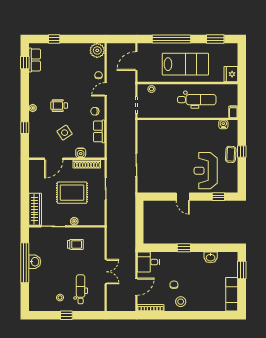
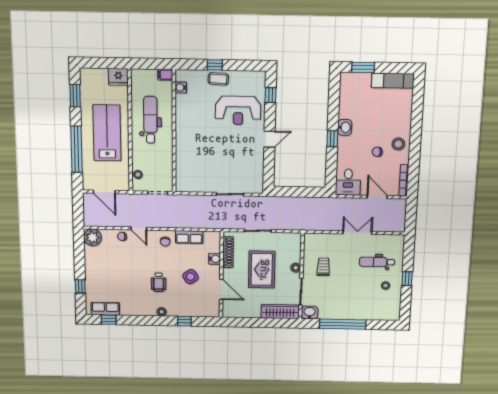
washbasin: (211, 257) -> (345, 127), moved
washbasin: (35, 262) -> (310, 312), moved

